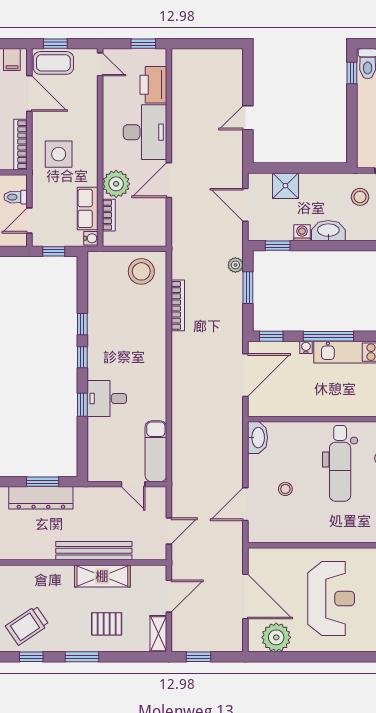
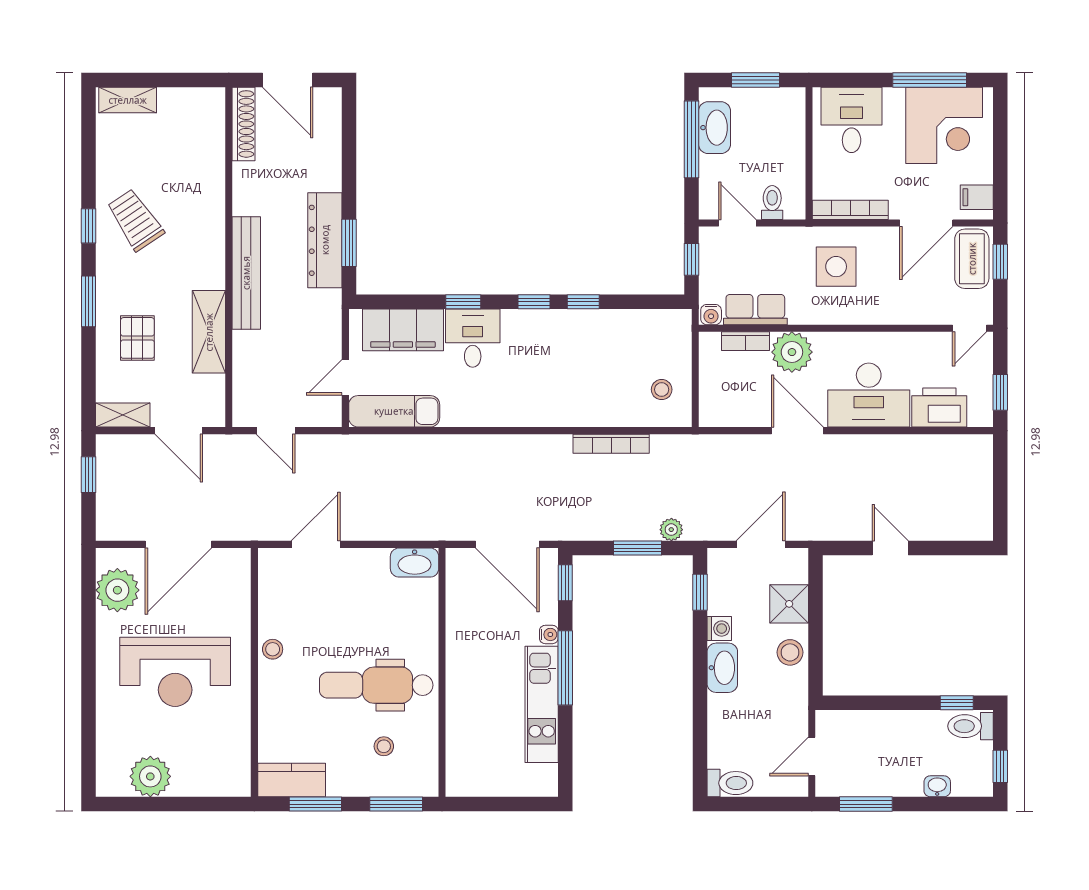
stool: (360, 197) -> (790, 652), moved
stool: (141, 271) -> (662, 390), width x0.53, depth x0.53
filing cabinet: (101, 445) -> (403, 330), added
stool: (285, 489) -> (273, 649), moved
door: (245, 504) -> (316, 544), hinge flipped
bench: (94, 551) -> (246, 273), moved

